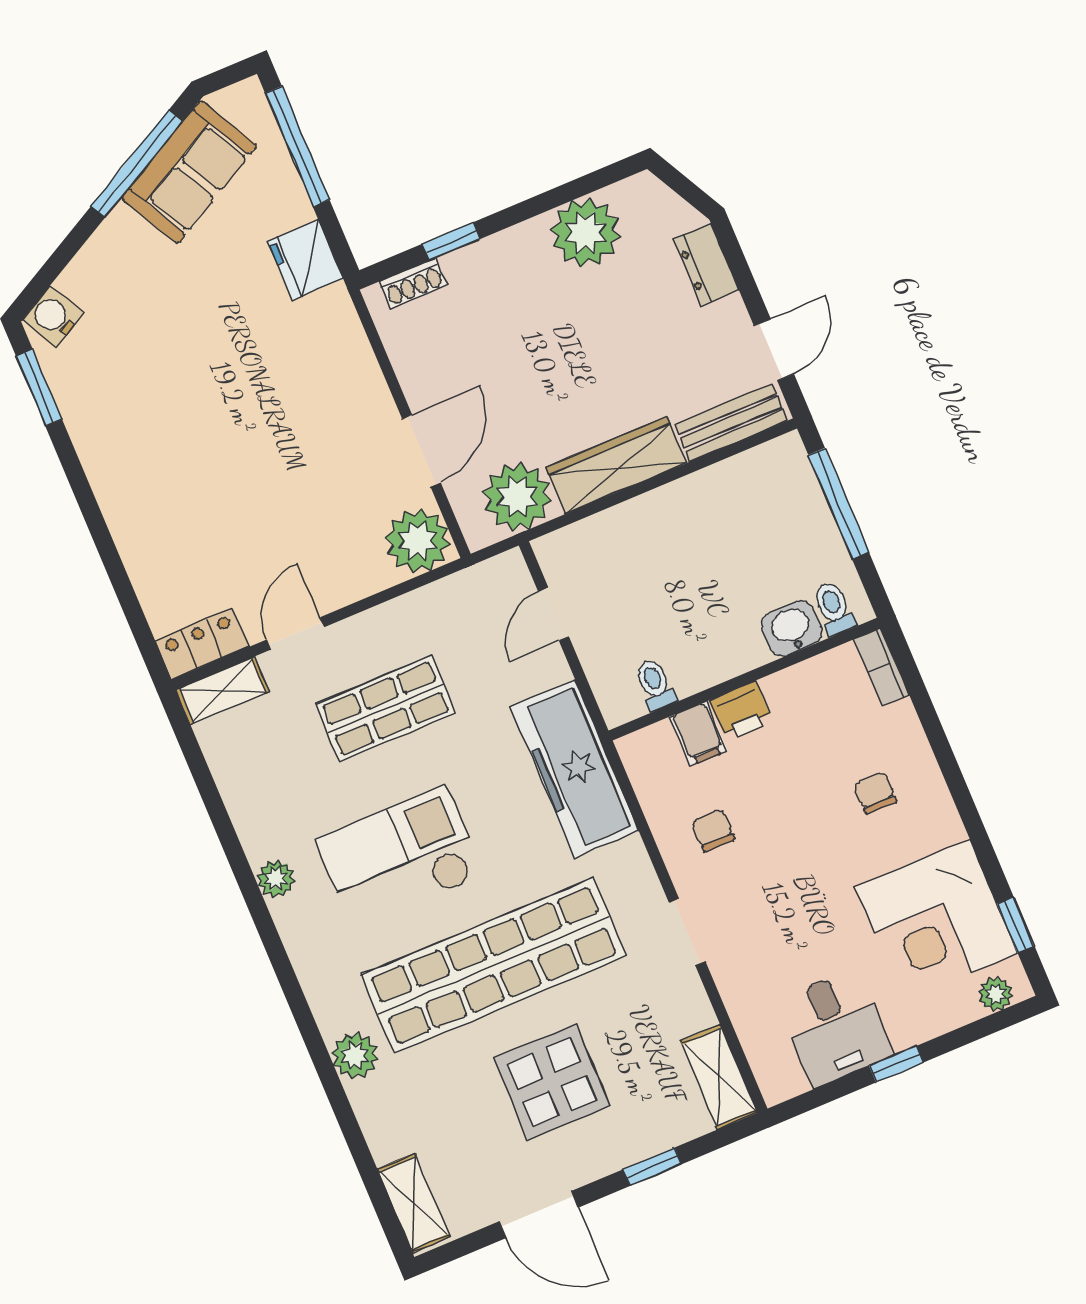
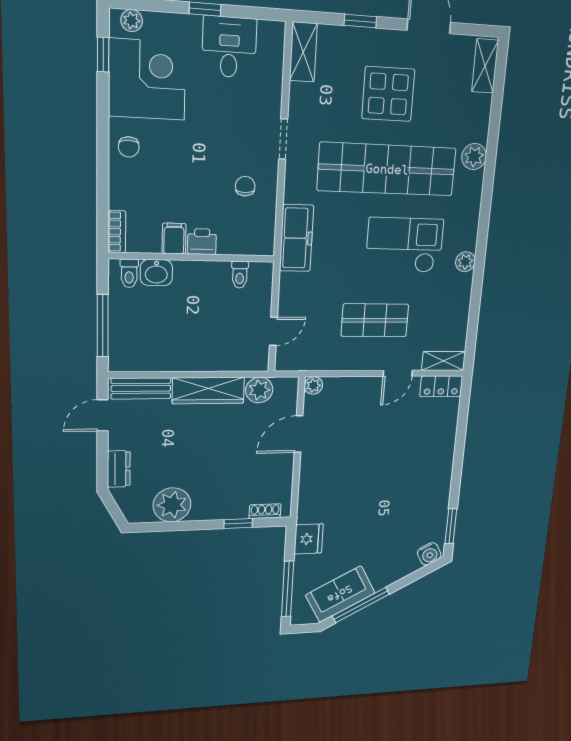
plant: (517, 497) -> (259, 390), width x0.73, depth x0.73
plant: (418, 541) -> (313, 385), width x0.53, depth x0.53
filing cabinet: (698, 734) -> (174, 238), moved
freezer: (575, 769) -> (296, 238), width x0.73, depth x0.79
chair: (875, 793) -> (129, 147), moved
chair: (713, 830) -> (245, 186), turned 180
checkout: (399, 857) -> (404, 245), turned 180

